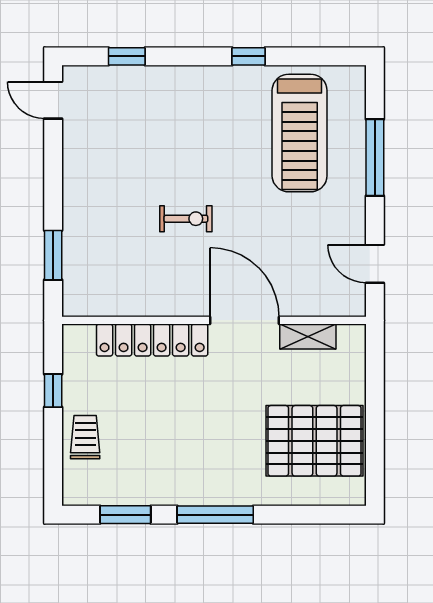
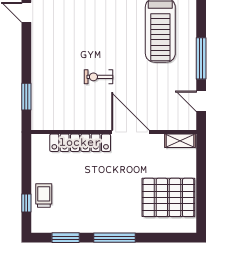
window: (375, 157) -> (201, 58), moved
exercise bike: (186, 219) -> (99, 77), turned 180
shelving: (308, 336) -> (180, 141), moved
window: (53, 391) -> (26, 203), moved

